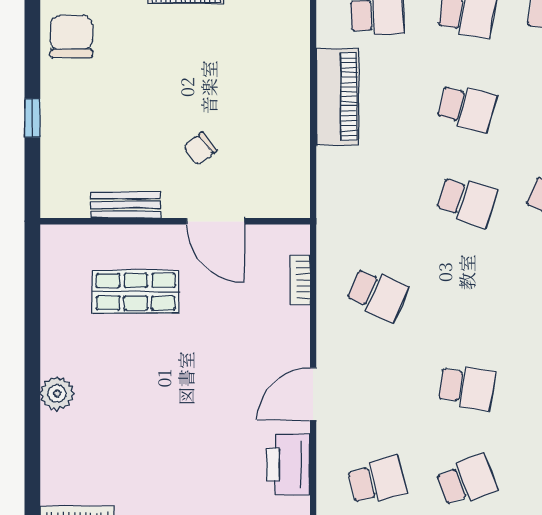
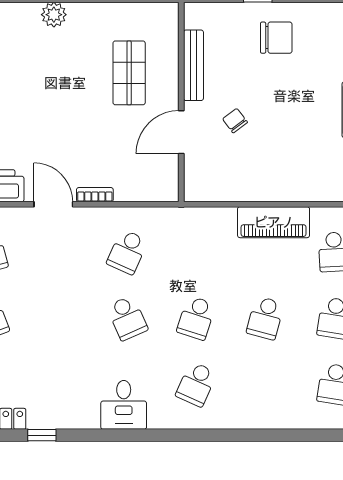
chair: (71, 37) -> (276, 38), moved
bench: (125, 205) -> (193, 65), width x1.36
bookcase: (300, 280) -> (95, 195), moved
school desk: (467, 387) -> (127, 318), moved, turned -33

